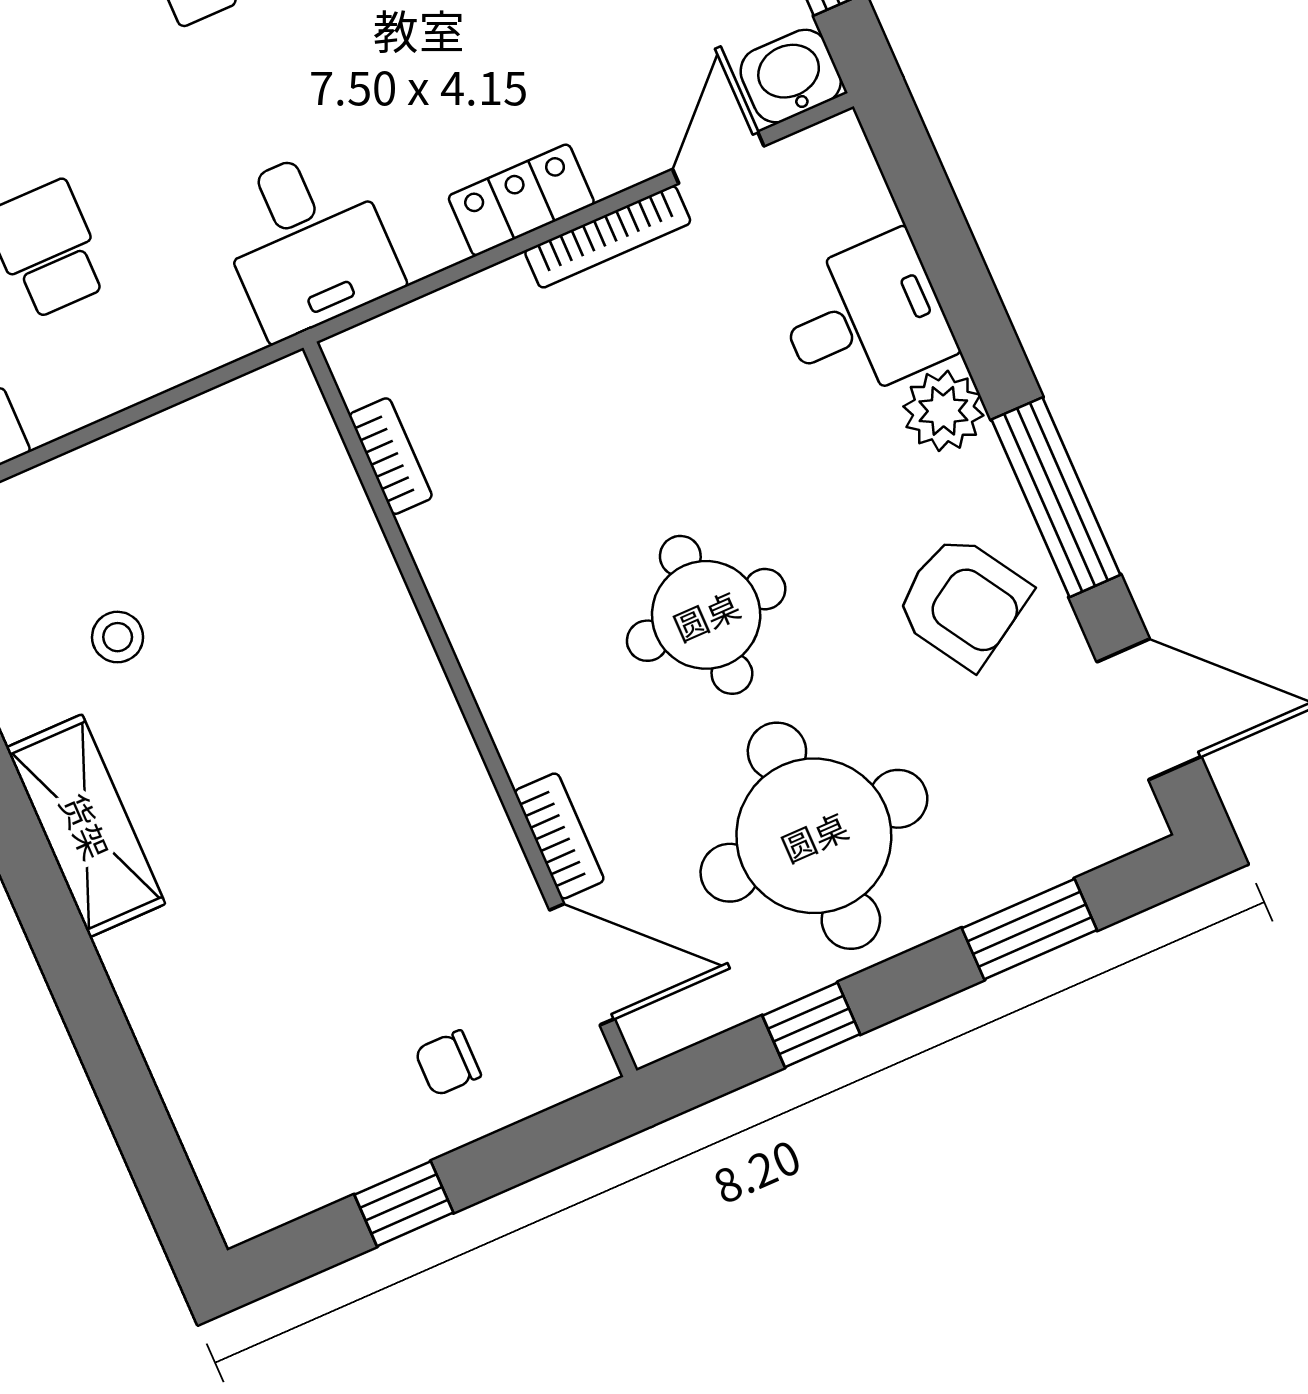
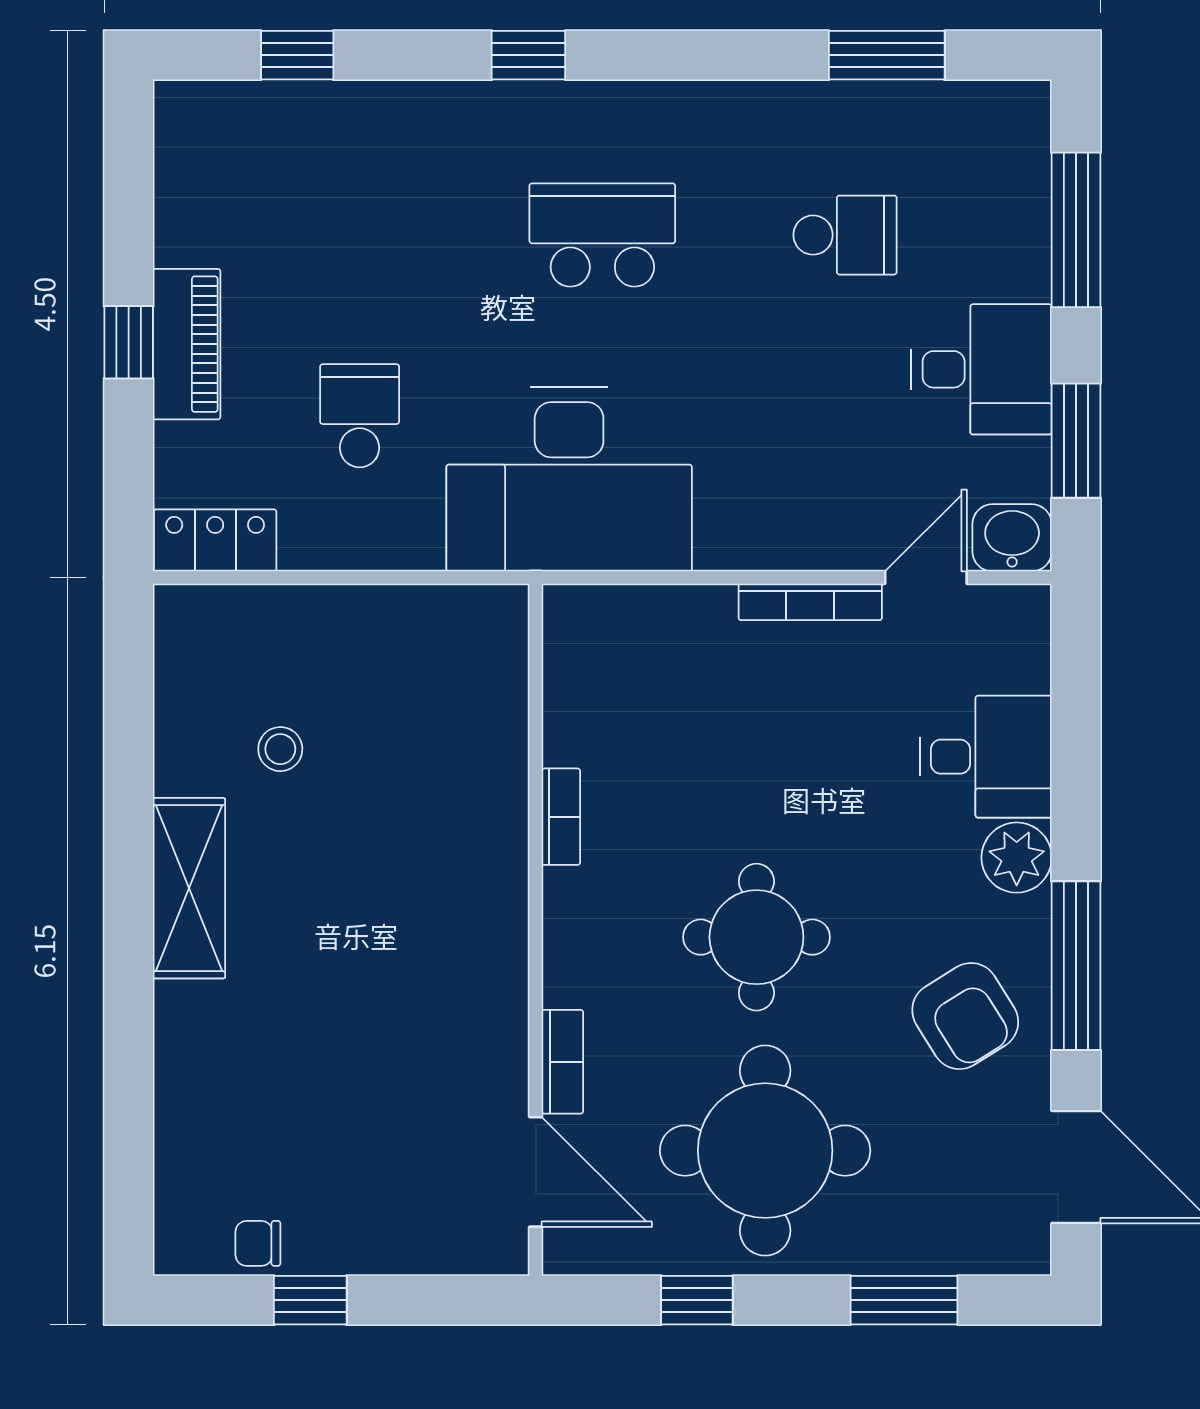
locker: (521, 200) -> (754, 542), removed
desk: (307, 242) -> (569, 479), width x1.87, depth x1.30
bookcase: (391, 456) -> (561, 817), moved
chair: (448, 1063) -> (258, 1243), moved

